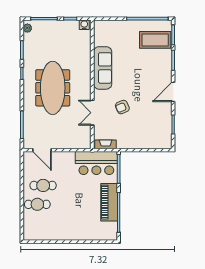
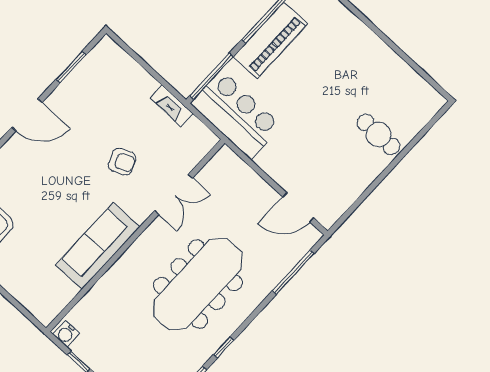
fireplace: (106, 144) -> (171, 106), moved
door: (42, 150) -> (298, 207), swing flipped
cafe table: (43, 185) -> (344, 154), removed

